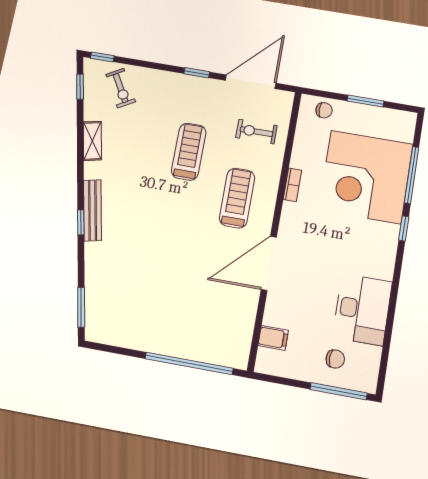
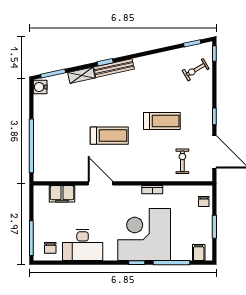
filing cabinet: (402, 131) -> (199, 252), added
shelving: (92, 141) -> (81, 75), moved
corner desk: (366, 177) -> (144, 234), moved
treadmill: (237, 198) -> (109, 136), moved
door: (269, 263) -> (101, 183), width x0.73
water cooler: (98, 332) -> (40, 87), added
filing cabinet: (273, 338) -> (62, 194), width x2.00
chair: (335, 359) -> (50, 248), moved

